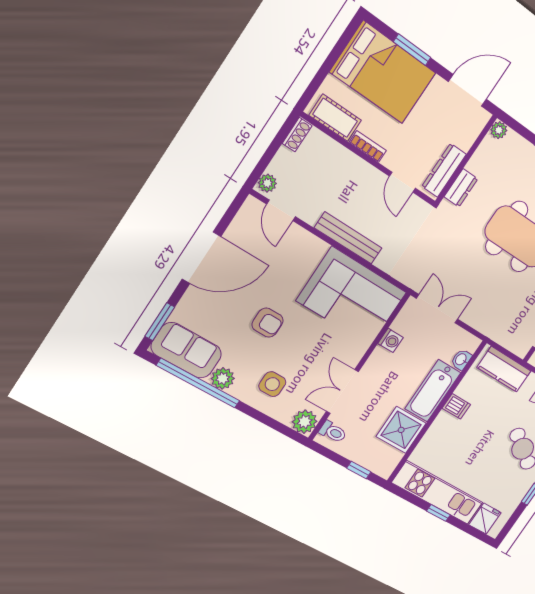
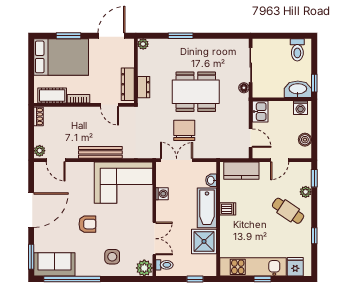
chair: (472, 277) -> (184, 130), added
plant: (223, 378) -> (83, 269), removed
double door: (342, 392) -> (154, 239), swing flipped

